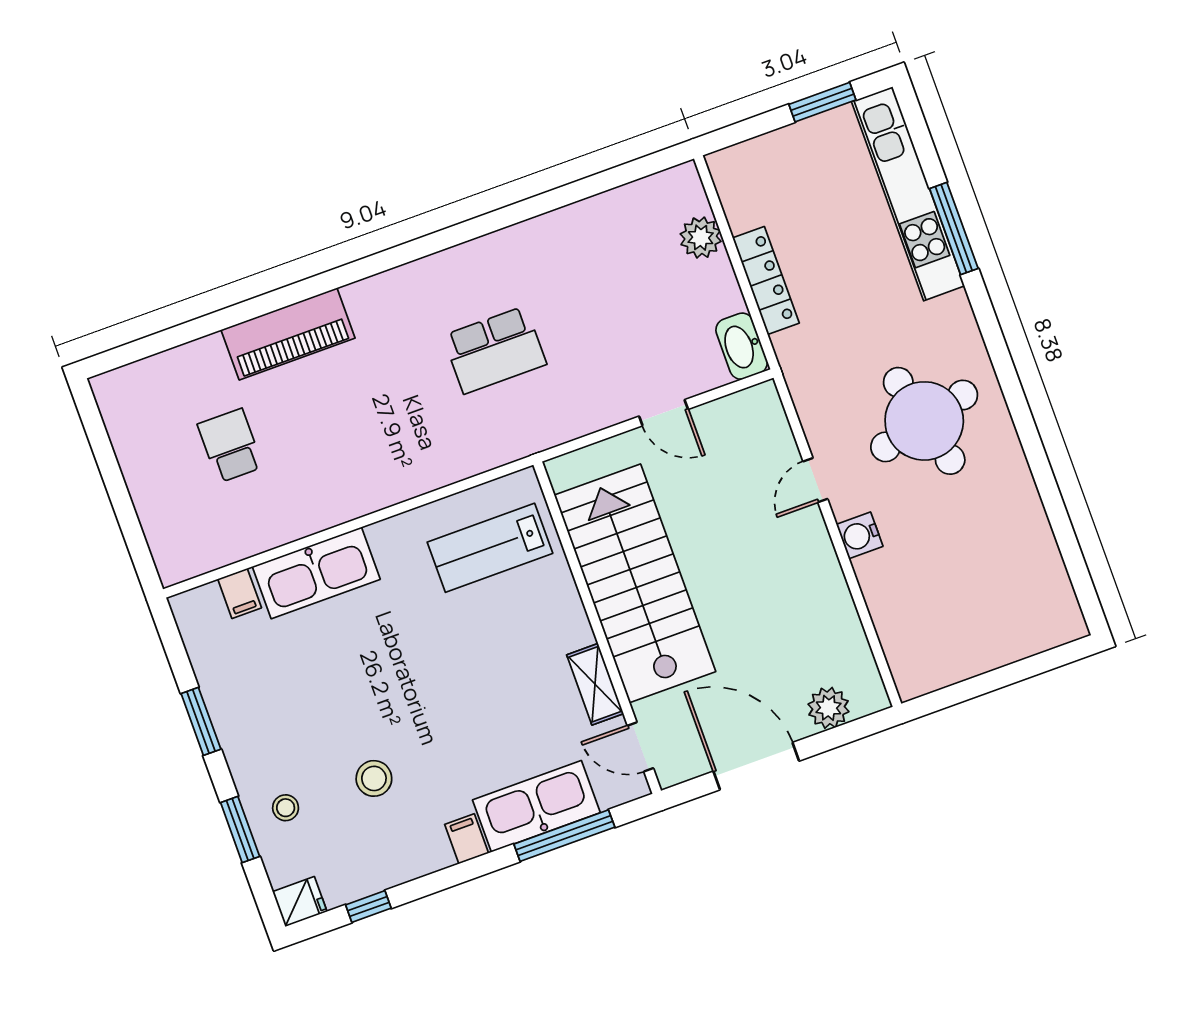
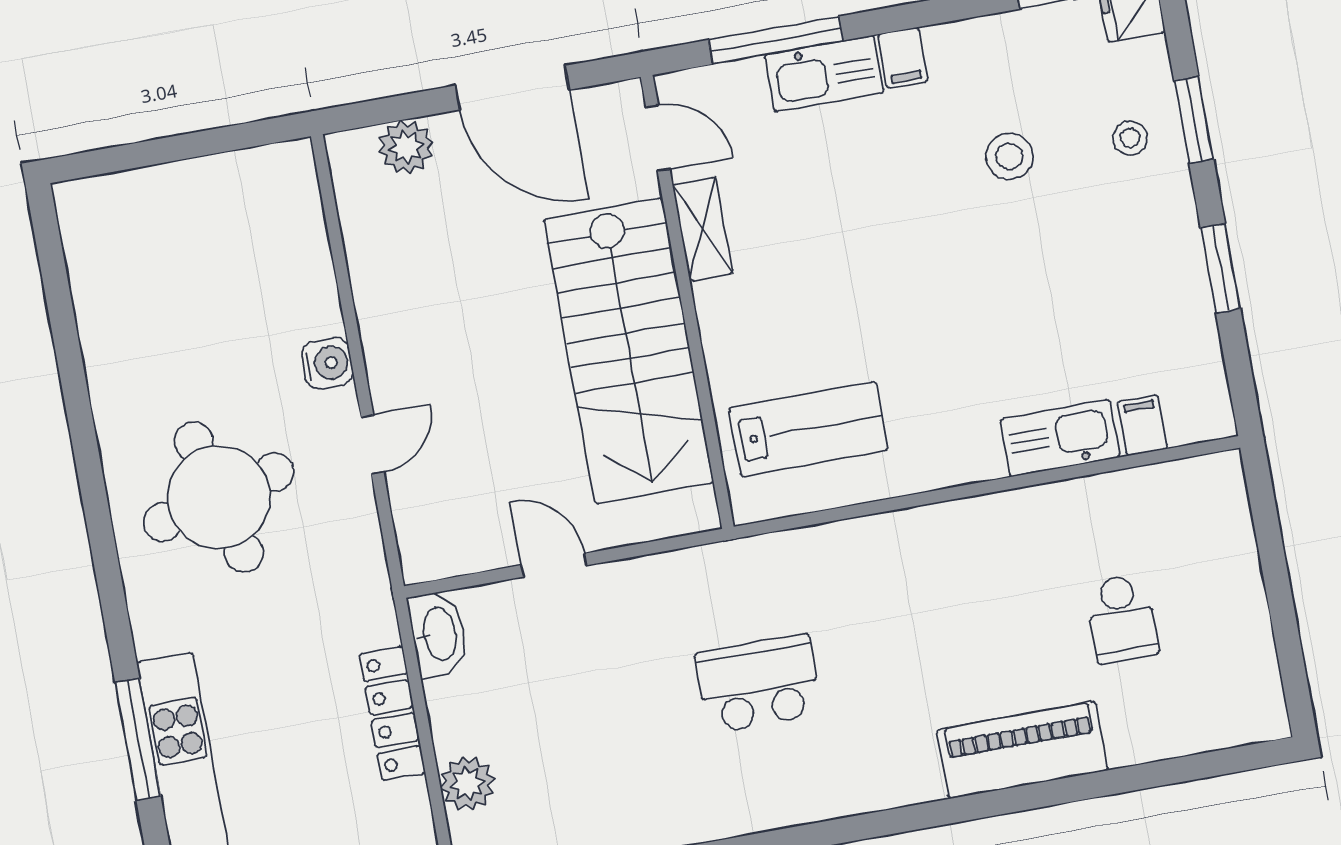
kitchen sink: (316, 573) -> (1060, 438), width x0.73, depth x0.81
kitchen sink: (536, 806) -> (824, 74), width x0.73, depth x0.81

